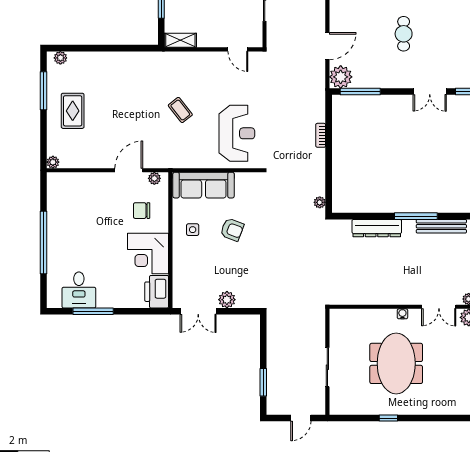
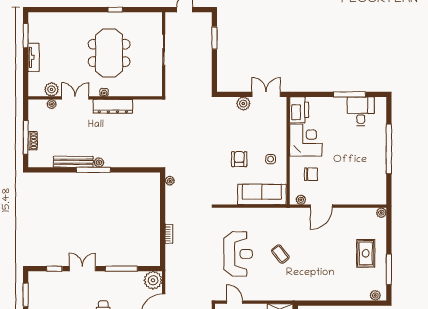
window: (360, 91) -> (121, 269), moved
reception desk: (237, 133) -> (238, 254), moved, turned 180
plant: (409, 225) -> (99, 162), added
dresser: (377, 228) -> (113, 106), moved, turned 180
armchair: (232, 230) -> (239, 159), turned 69

